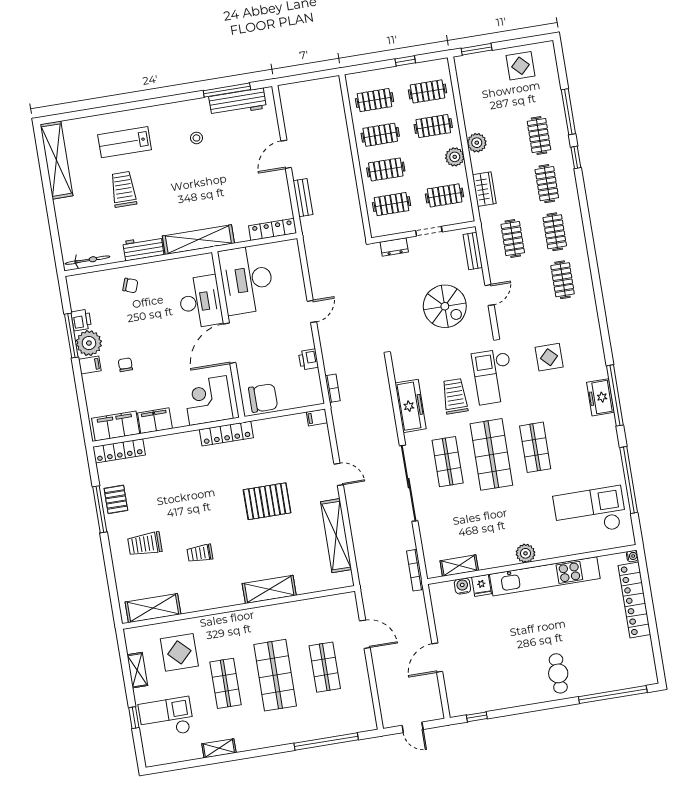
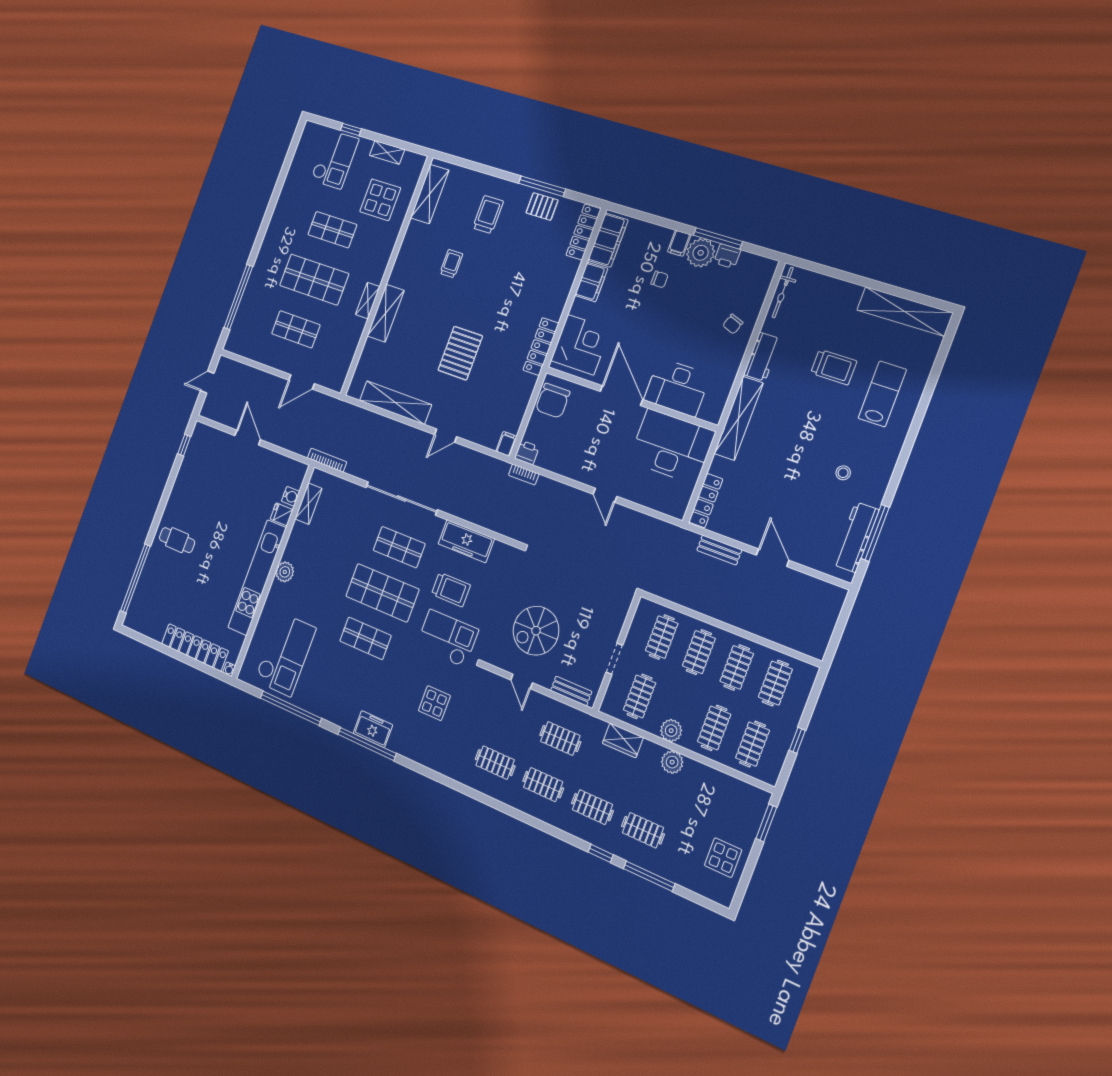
dresser: (394, 247) -> (619, 614), removed
printer: (308, 359) -> (527, 453), moved
shelving: (219, 748) -> (368, 301), moved

